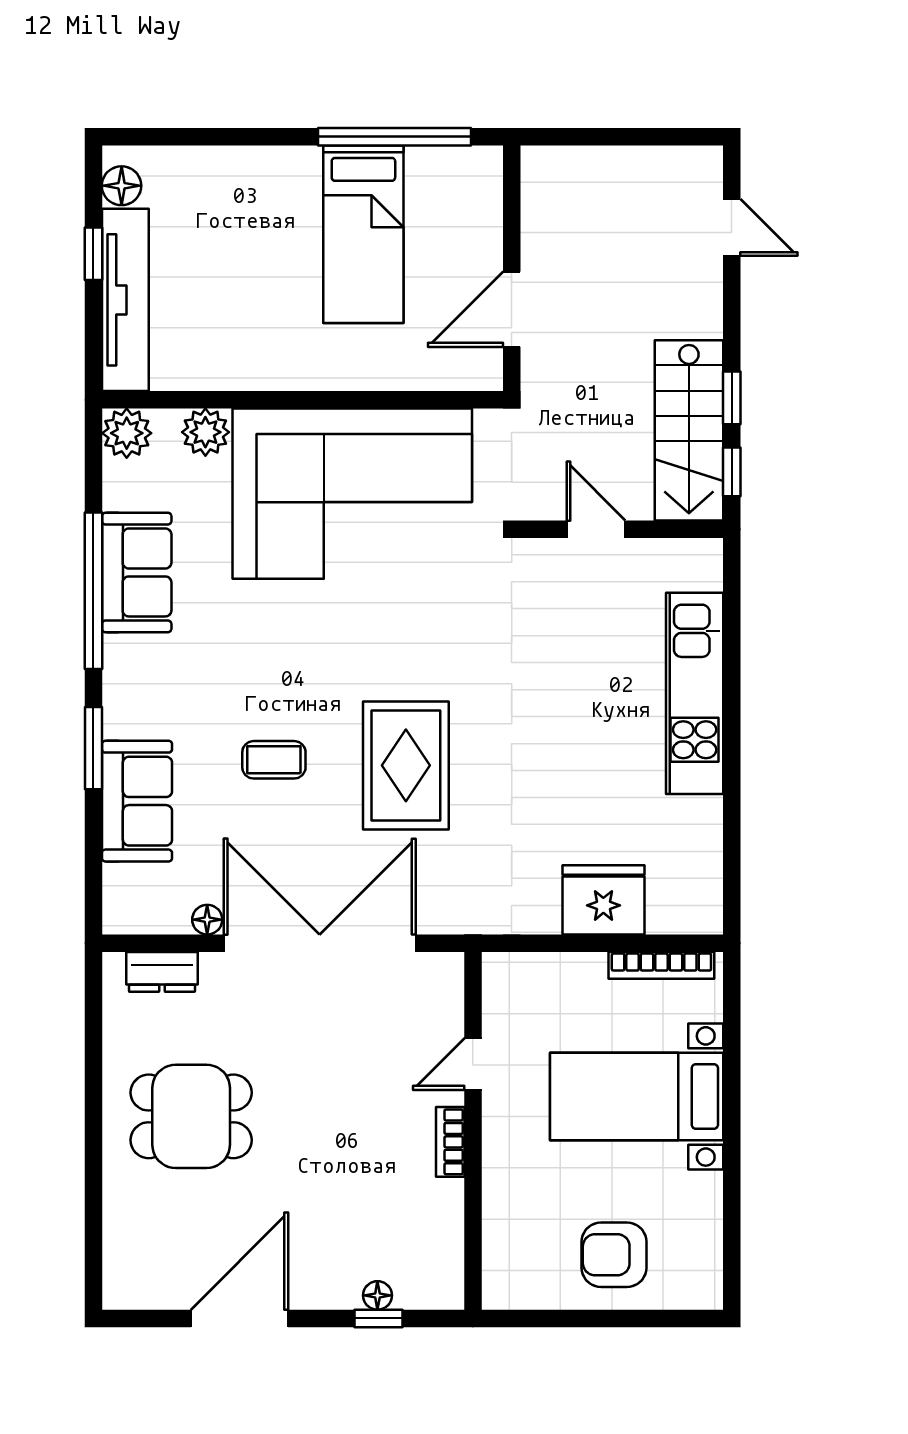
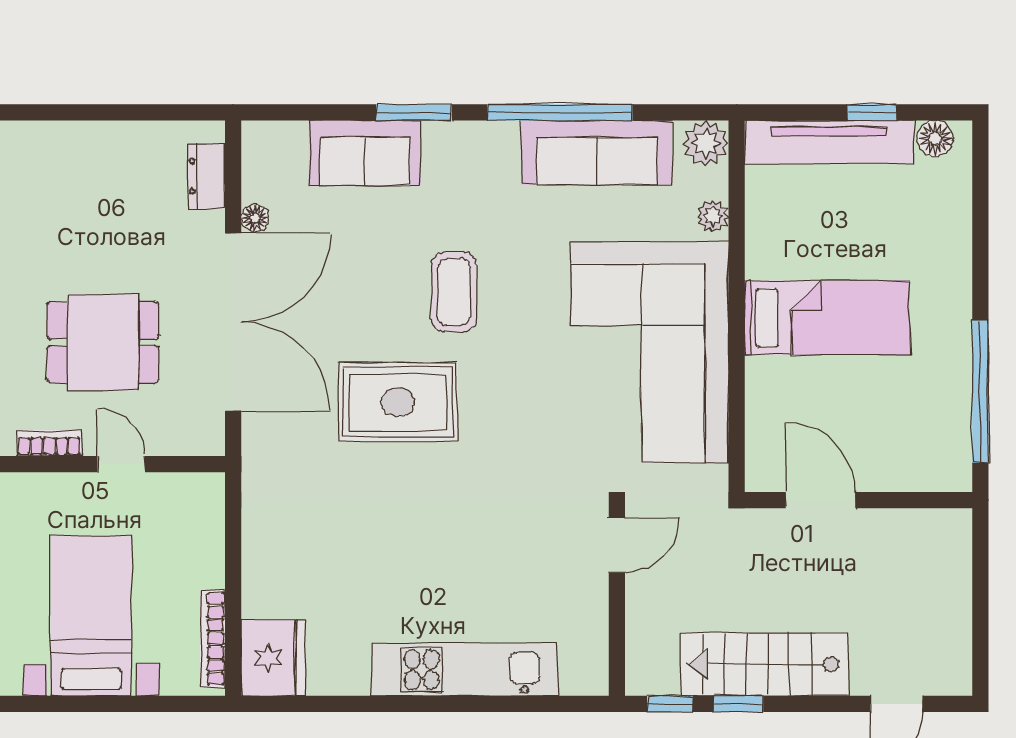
bed: (363, 234) -> (827, 318), moved, turned 180
stairs: (689, 430) -> (764, 664), moved
plant: (205, 432) -> (713, 216), width x0.73, depth x0.73
door: (596, 529) -> (617, 545), moved
sofa: (137, 572) -> (597, 153), width x1.36
coffee table: (274, 760) -> (454, 292), moved, width x1.36, depth x1.30
fridge: (603, 900) -> (273, 658), moved
dining table: (191, 1116) -> (103, 342), moved, turned 90

